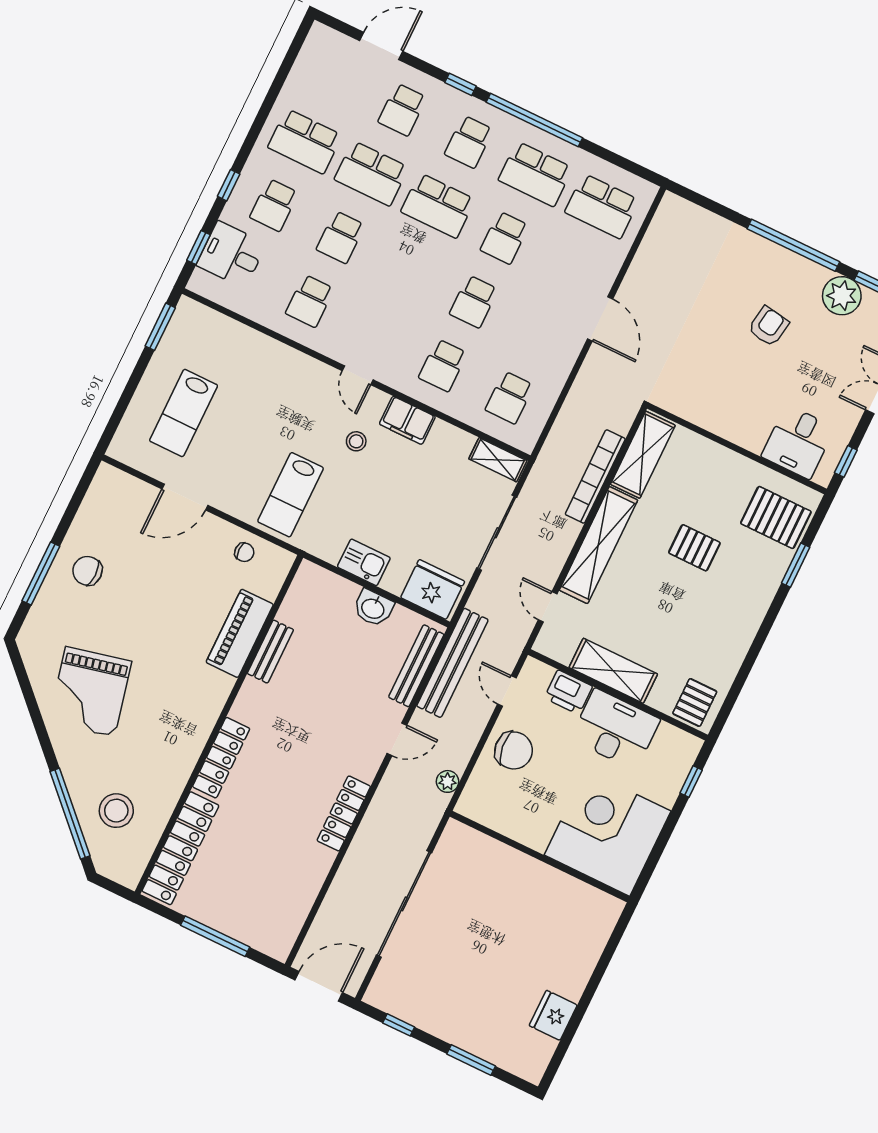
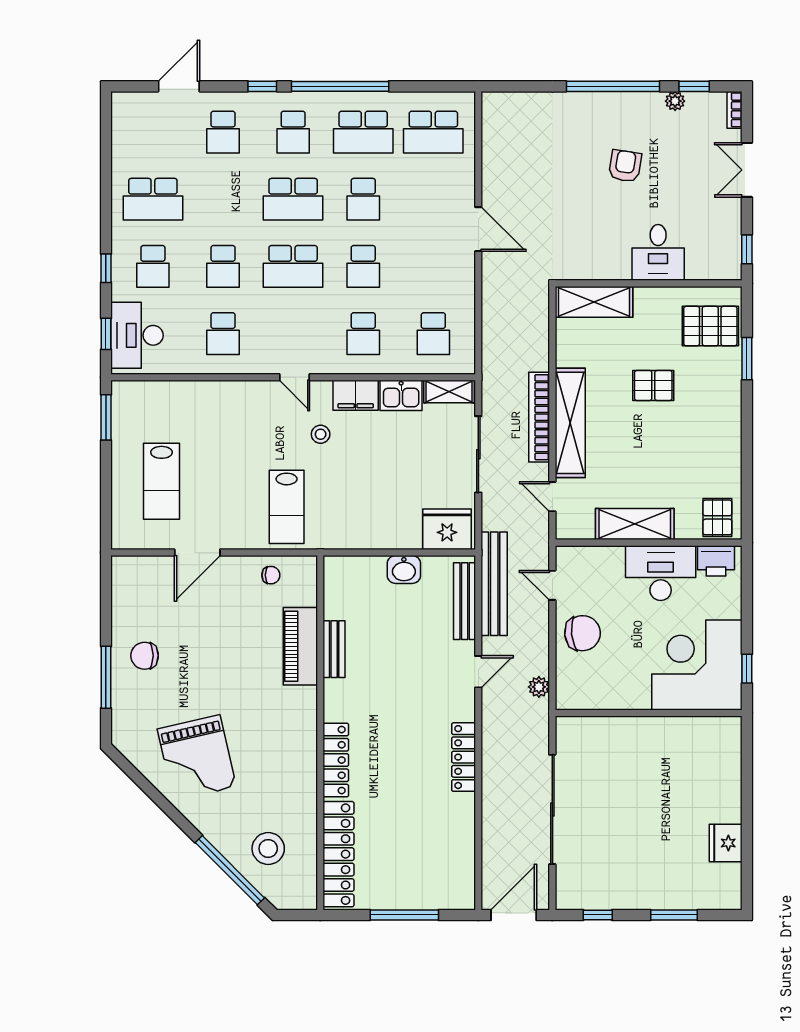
school desk: (371, 173) -> (293, 266), moved
desk: (231, 255) -> (137, 335), width x1.37
plant: (842, 296) -> (675, 101), width x0.53, depth x0.53
desk: (798, 442) -> (658, 252), moved
shelving: (643, 455) -> (594, 302), moved, turned 90
bookcase: (595, 476) -> (539, 417), moved
kitchen sink: (364, 562) -> (401, 395), moved, turned 180
printer: (568, 692) -> (716, 561), moved
window: (691, 781) -> (747, 669), moved

